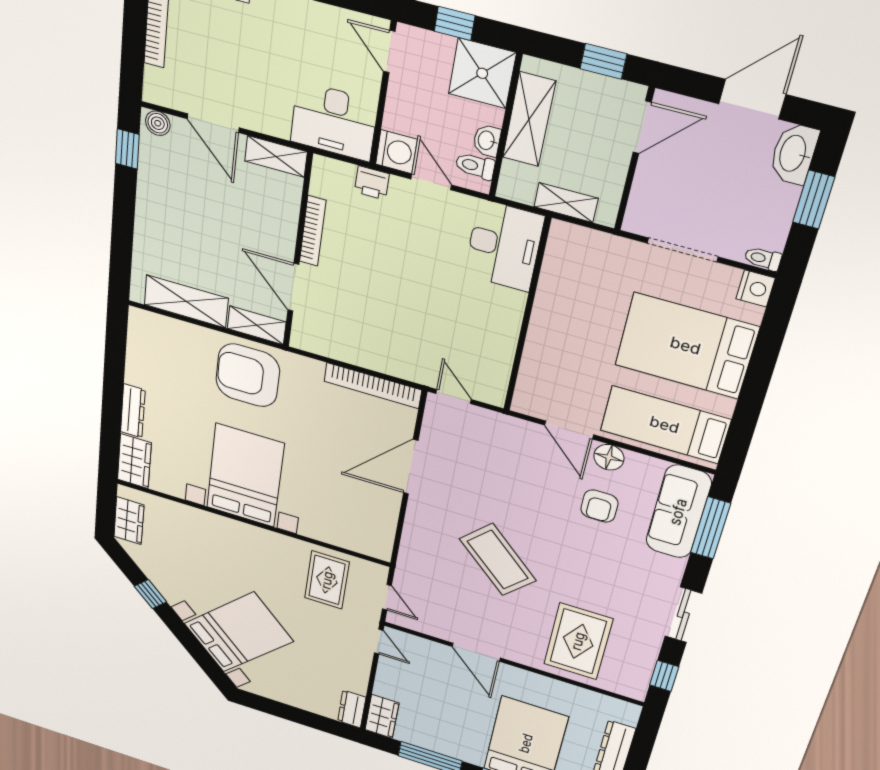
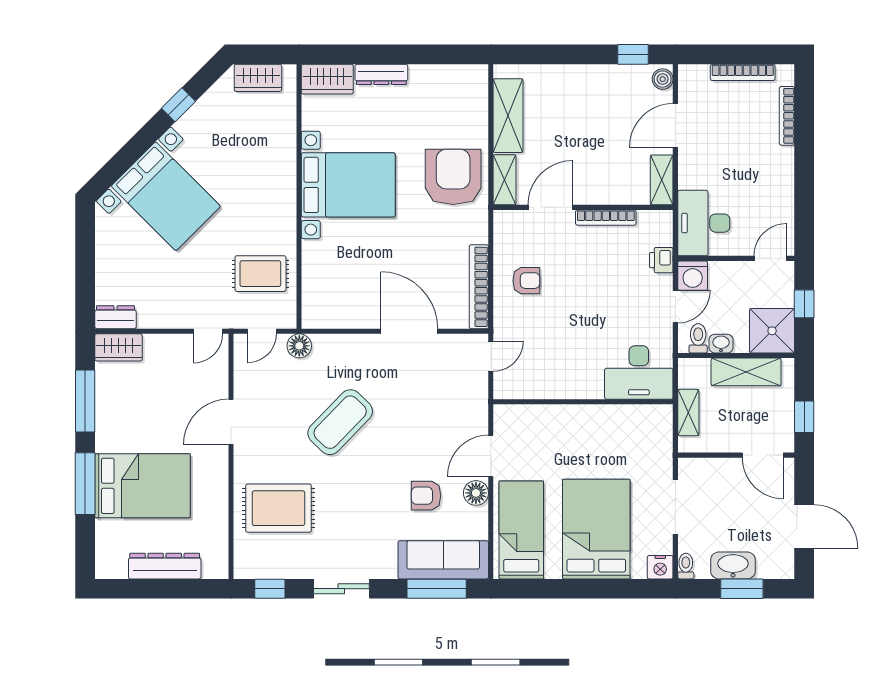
washbasin: (794, 154) -> (733, 565), moved
armchair: (373, 336) -> (526, 281), added
floor lamp: (408, 570) -> (299, 346), added

